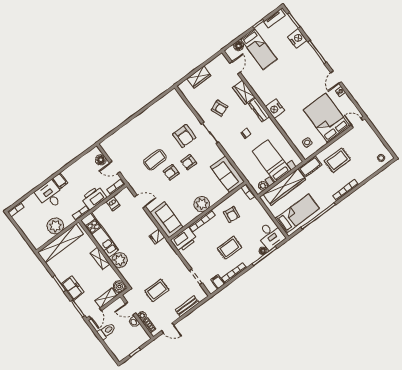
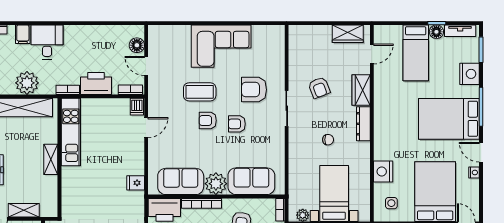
floor lamp: (239, 46) -> (436, 32), moved
bed: (304, 72) -> (449, 119), added
wardrobe: (199, 77) -> (348, 34), moved
door: (336, 77) -> (481, 152), hinge flipped
nightstand: (275, 109) -> (383, 171), moved
corner sofa: (148, 126) -> (221, 46), added
armchair: (184, 136) -> (254, 90), turned 90
sofa: (228, 174) -> (251, 181), moved, turned 90
filing cabinet: (60, 181) -> (23, 34), moved
door: (140, 202) -> (146, 128), hinge flipped
dishwasher: (113, 204) -> (137, 107), moved
sofa: (167, 220) -> (181, 181), moved, turned -90
plant: (120, 260) -> (72, 178), removed
boiler: (119, 287) -> (49, 208), removed

